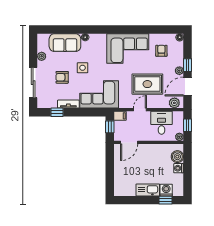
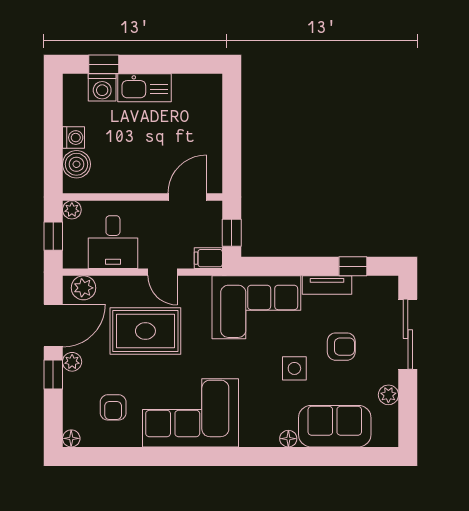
door: (140, 110) -> (162, 272), hinge flipped

